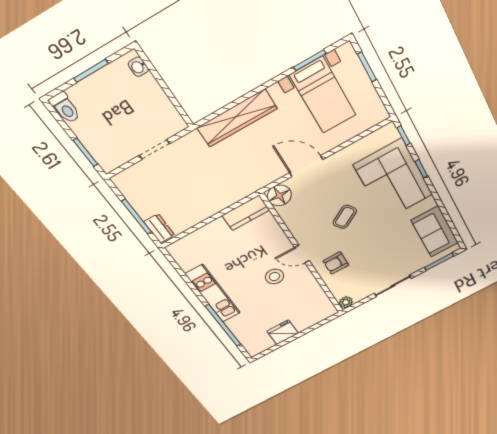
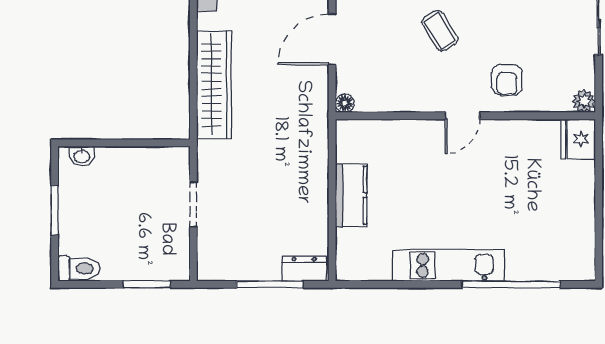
floor lamp: (279, 195) -> (345, 103), width x0.53, depth x0.53
kitchen counter: (246, 213) -> (351, 195), moved
stool: (275, 276) -> (475, 171), removed
fridge: (283, 332) -> (578, 139), moved

